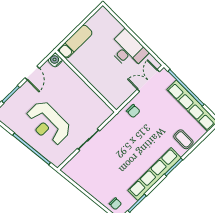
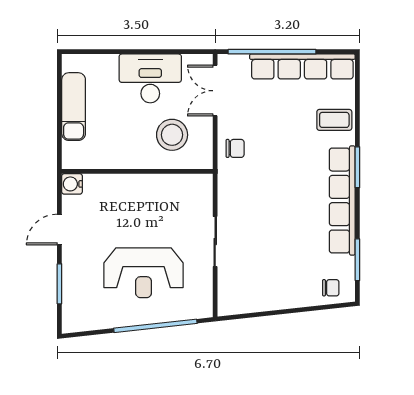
exam couch: (75, 42) -> (74, 107), moved
door: (32, 73) -> (59, 230), swing flipped
stool: (114, 81) -> (172, 135), added

